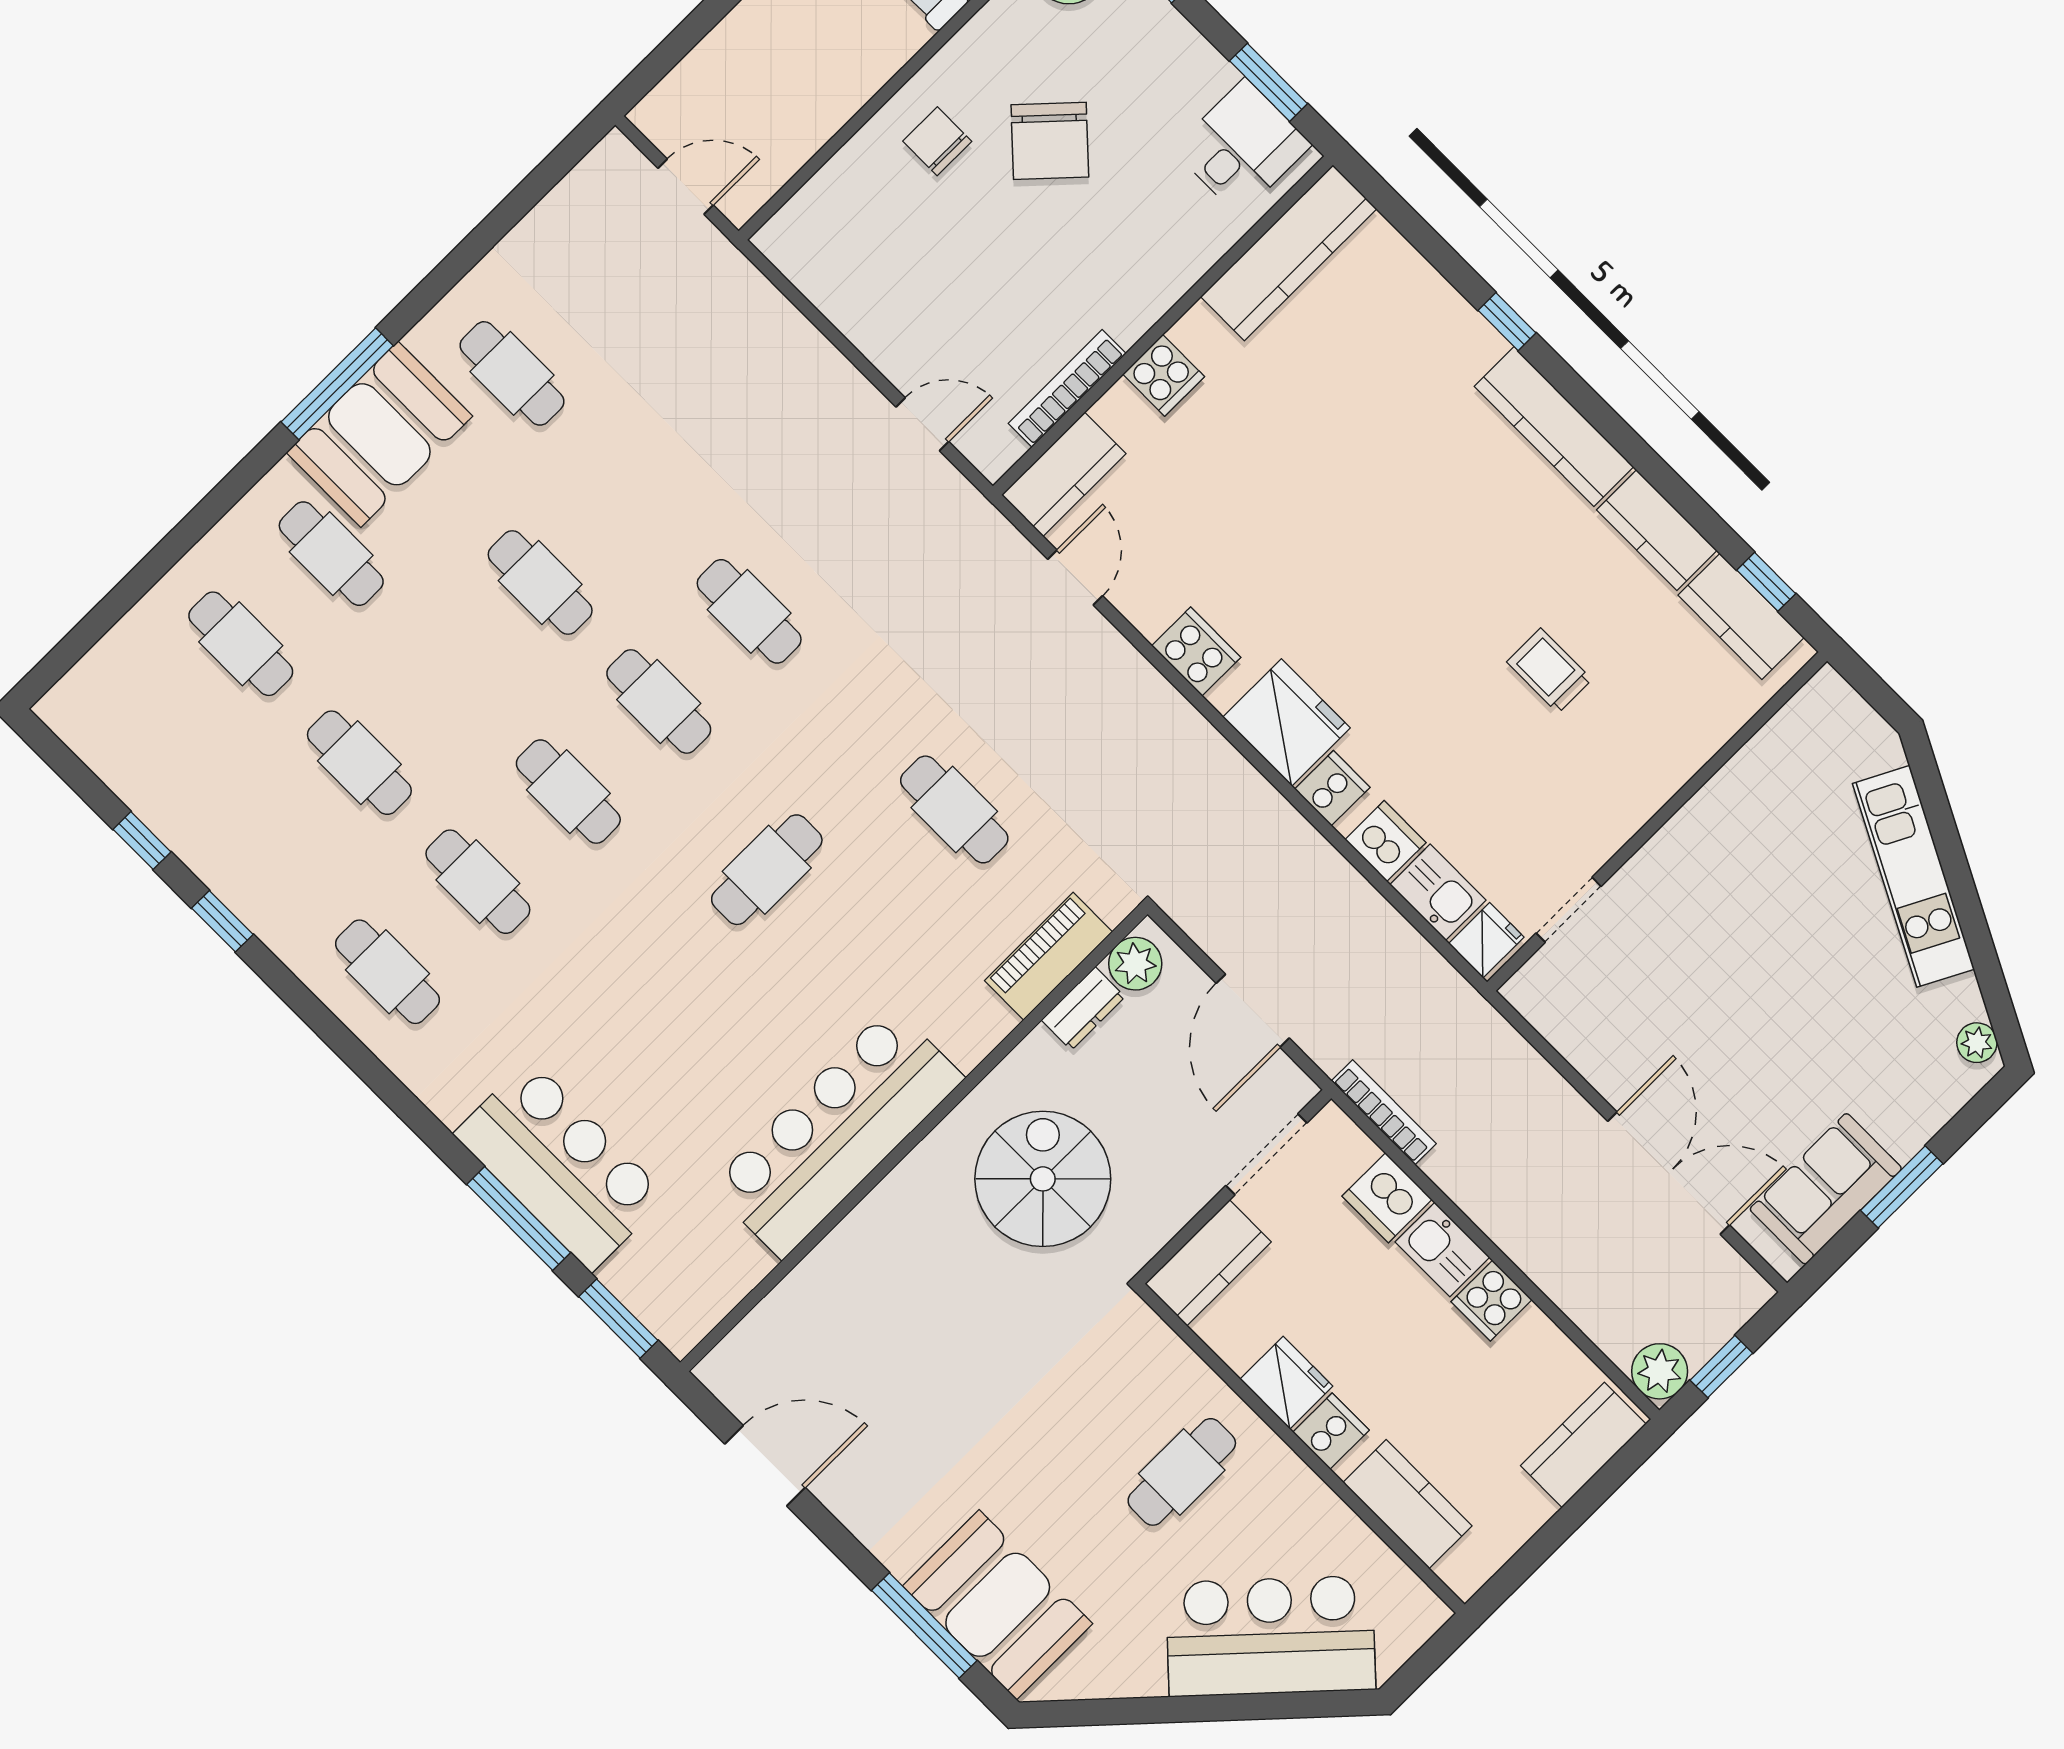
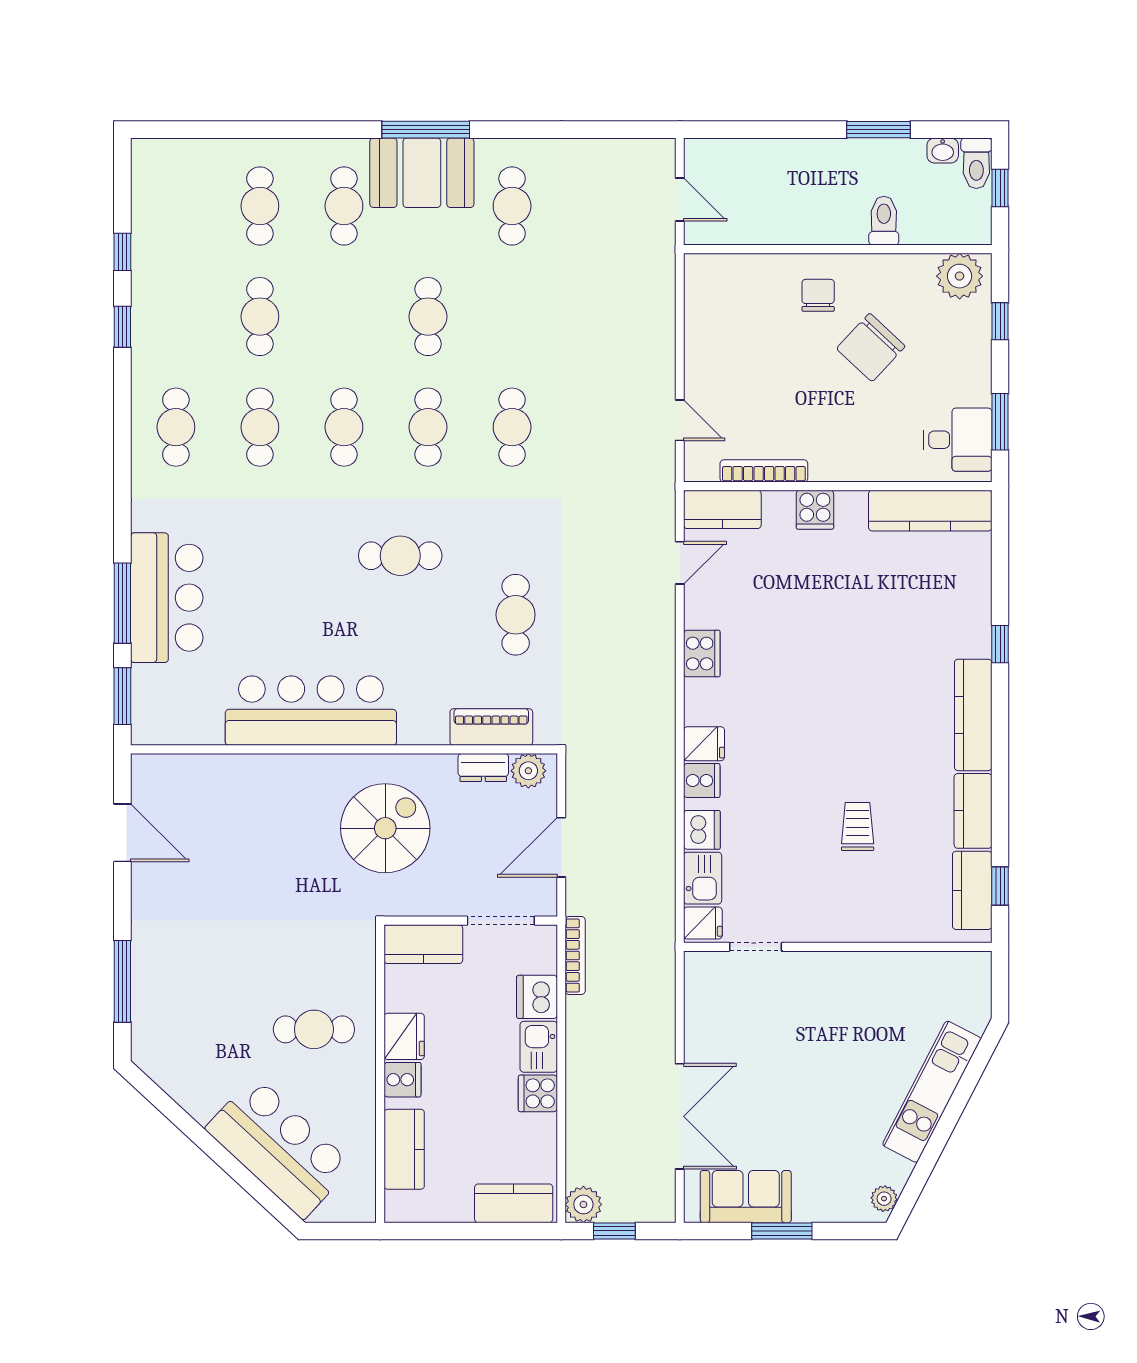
fridge: (1286, 722) -> (704, 744), width x0.53, depth x0.75
booth: (998, 1605) -> (166, 1006), removed

